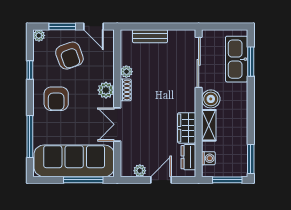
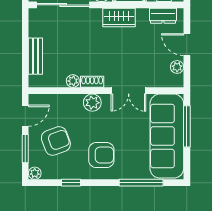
wardrobe: (187, 128) -> (119, 18), moved

